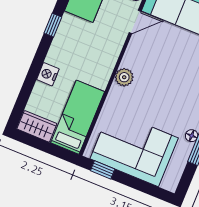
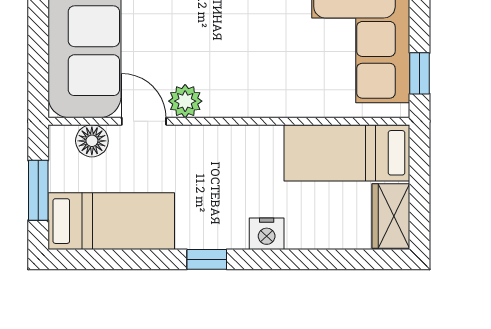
nightstand: (48, 74) -> (267, 234), moved
plant: (124, 77) -> (185, 101), moved

